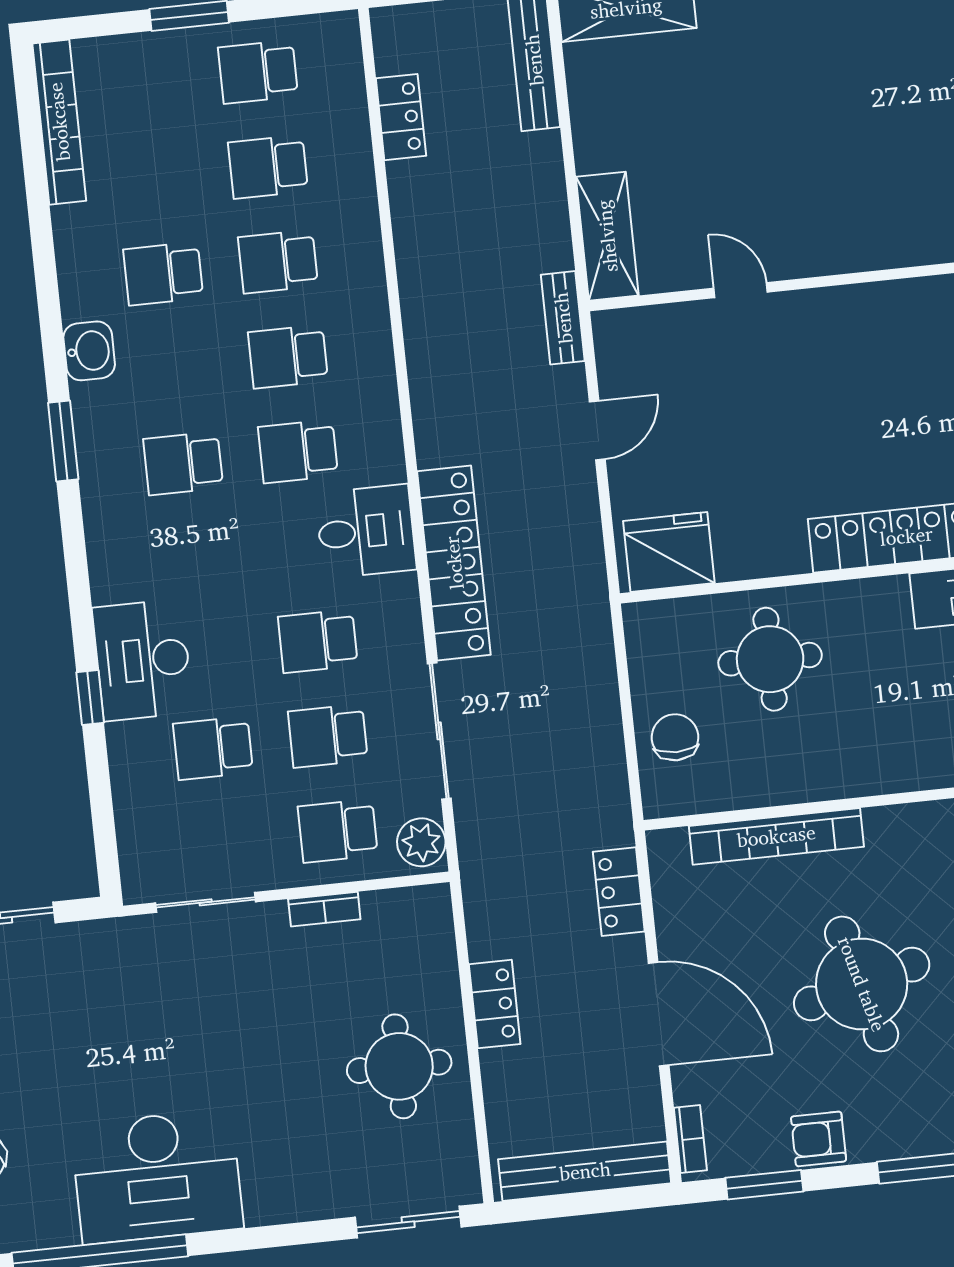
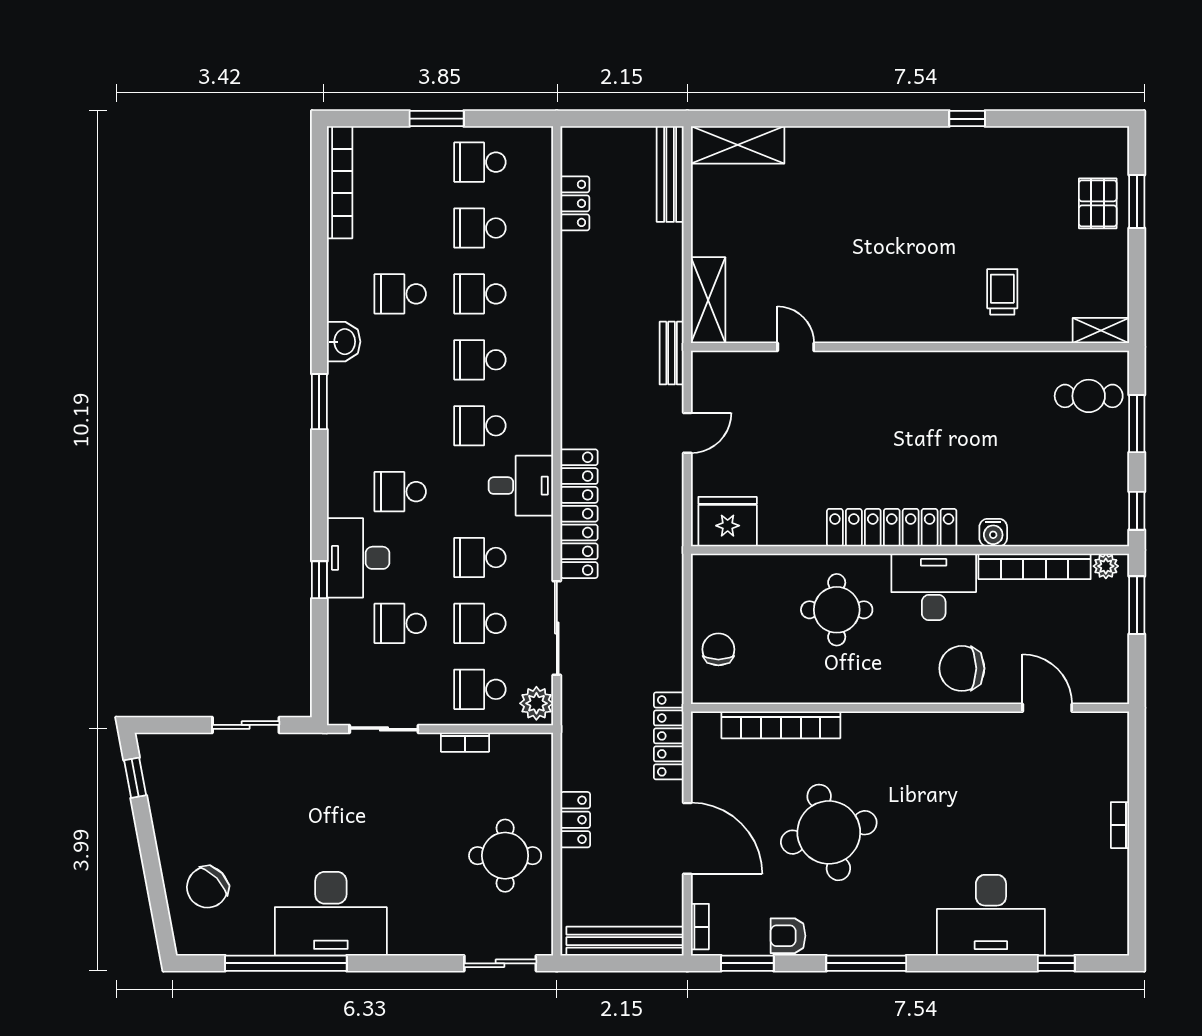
school desk: (183, 463) -> (400, 492), moved
round table: (770, 659) -> (837, 610), moved
locker: (619, 892) -> (669, 736), width x1.53

